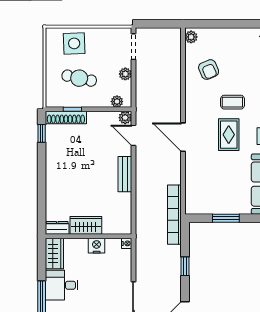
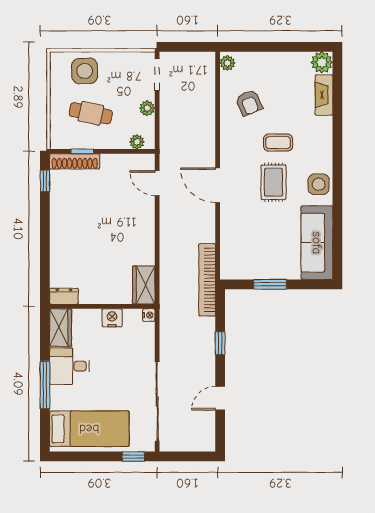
plant: (125, 118) -> (147, 161), removed
bench: (125, 174) -> (147, 231), removed
wardrobe: (86, 225) -> (144, 285), moved, turned -90

